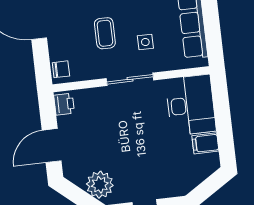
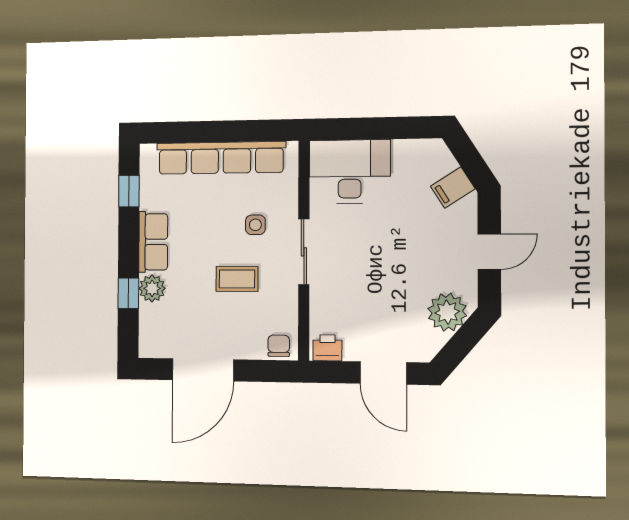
filing cabinet: (205, 143) -> (453, 187), moved, turned 58

